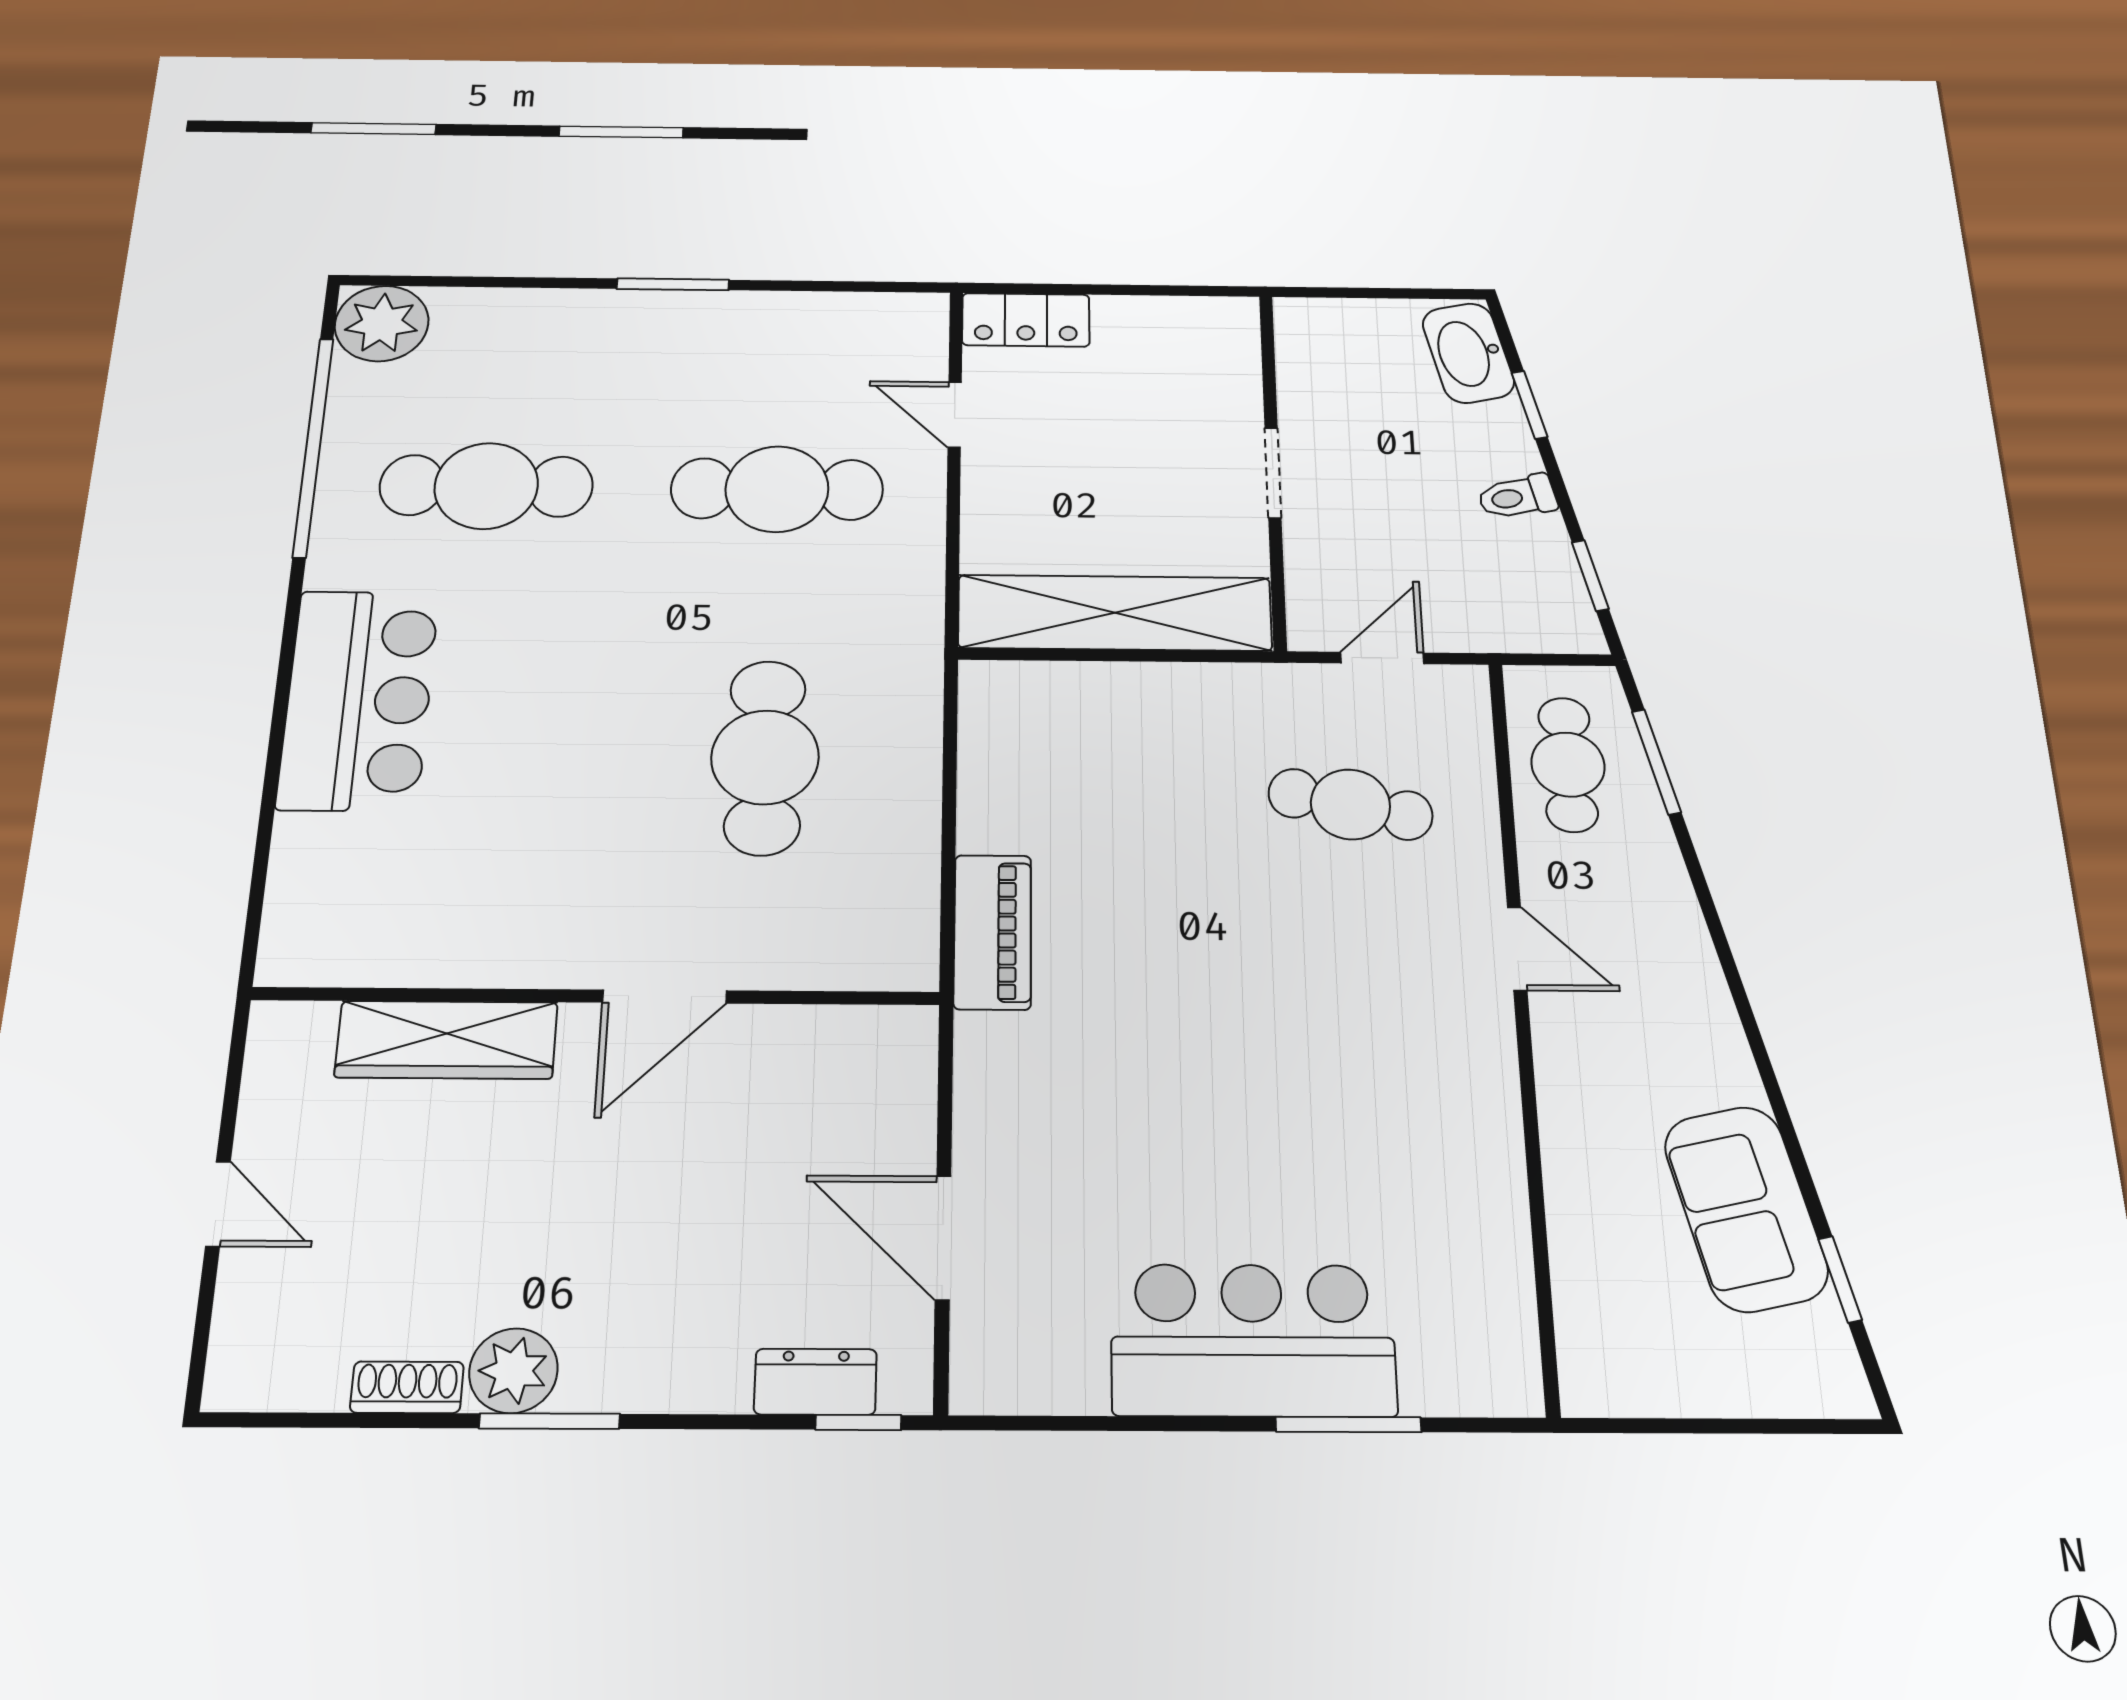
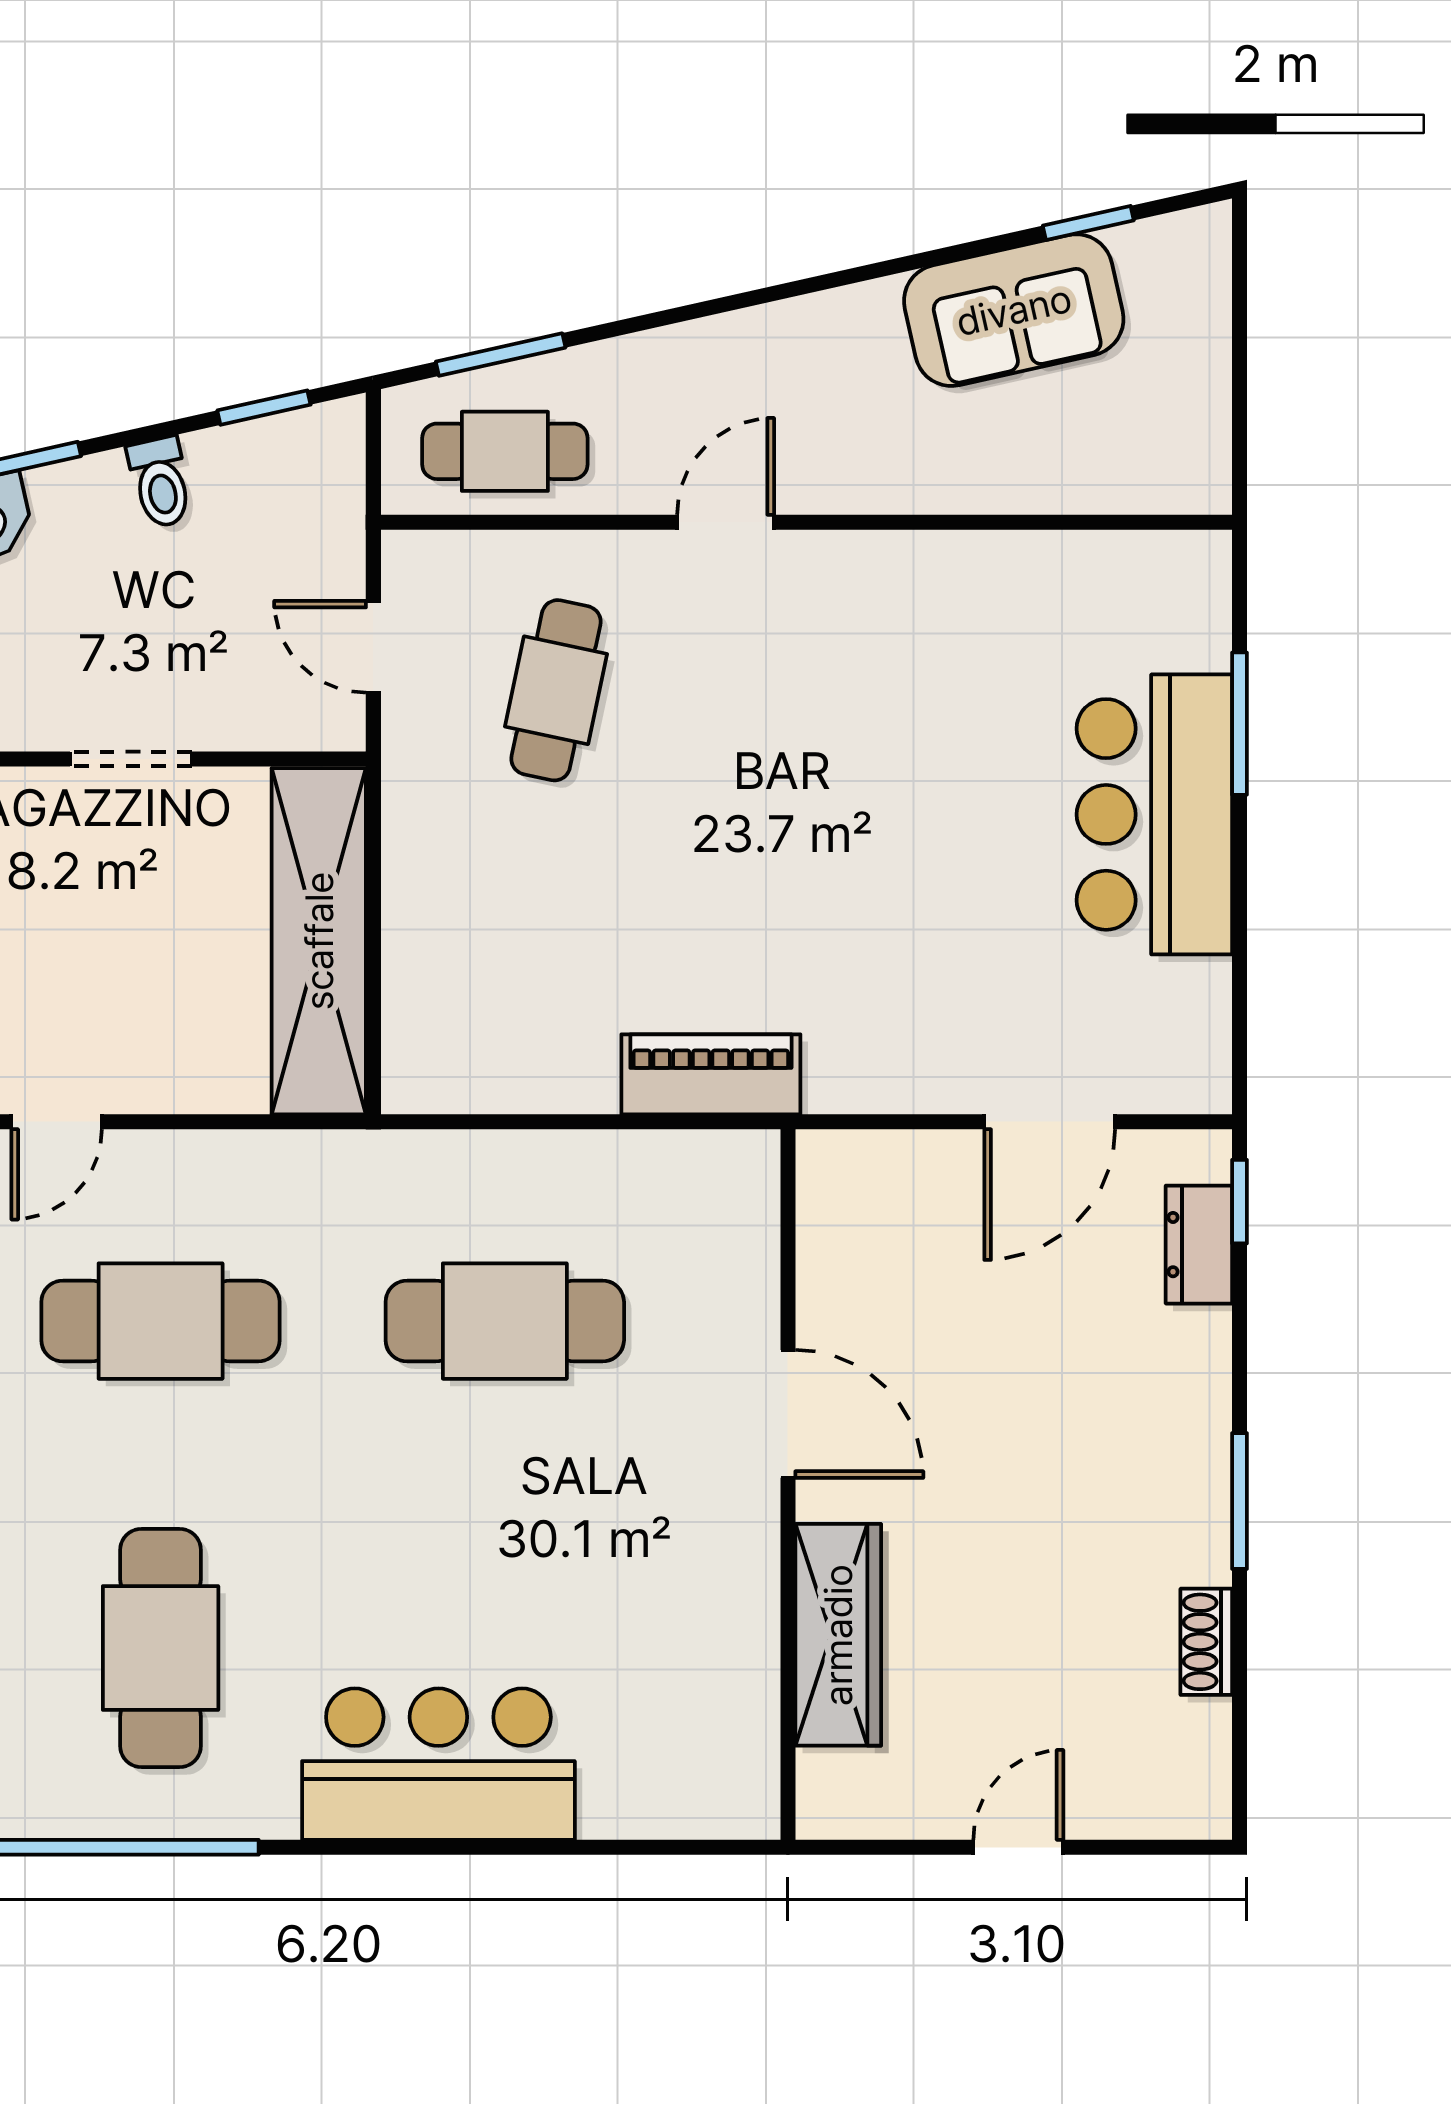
cafe table: (777, 489) -> (161, 1321), turned 90
plant: (513, 1371) -> (1189, 1540), removed

